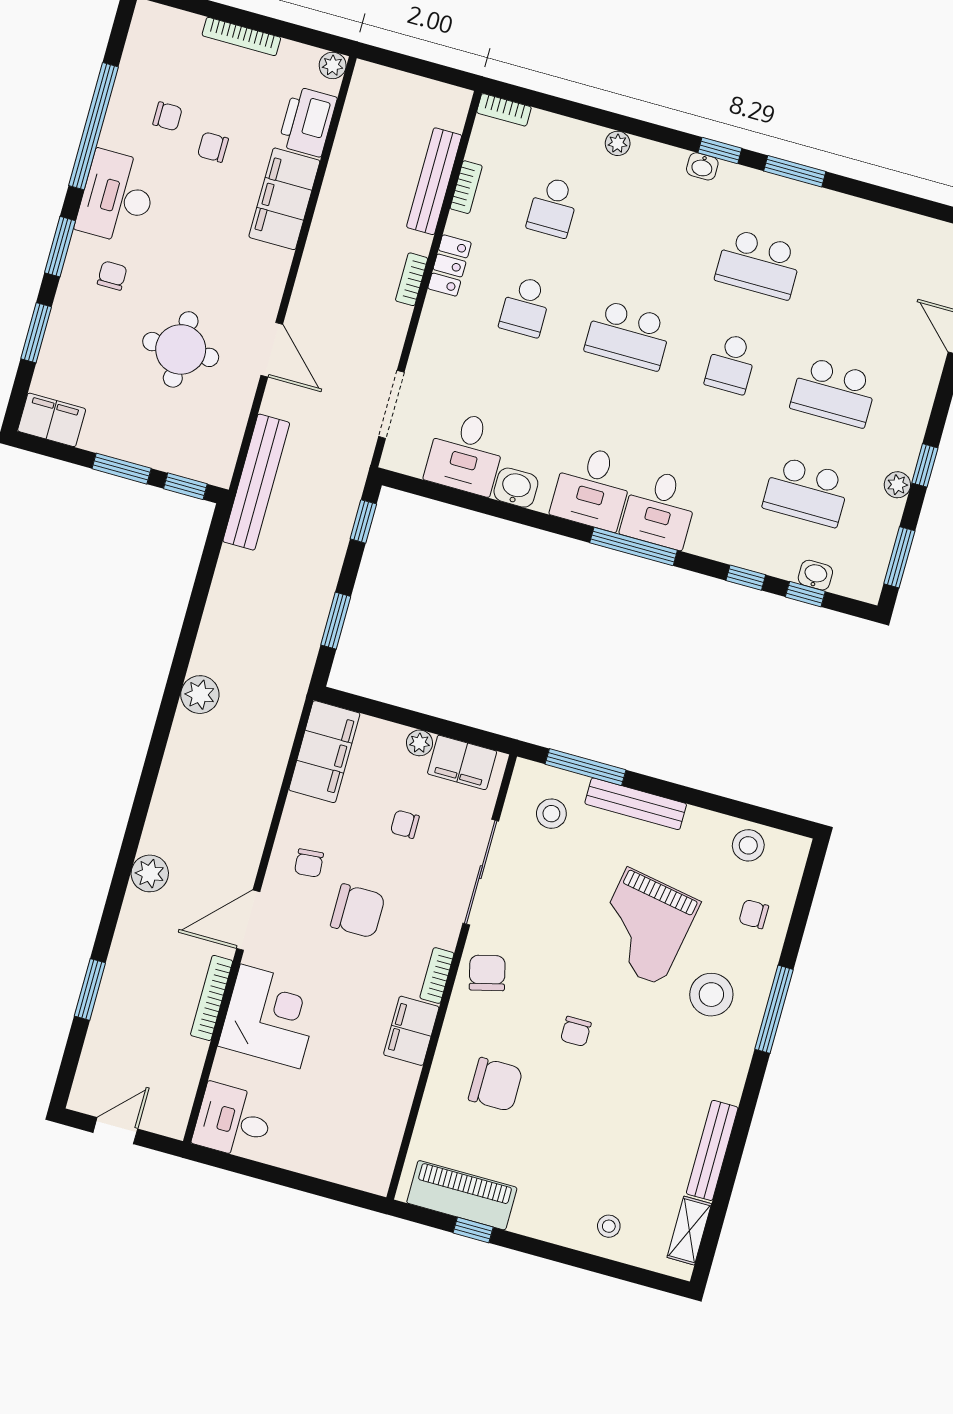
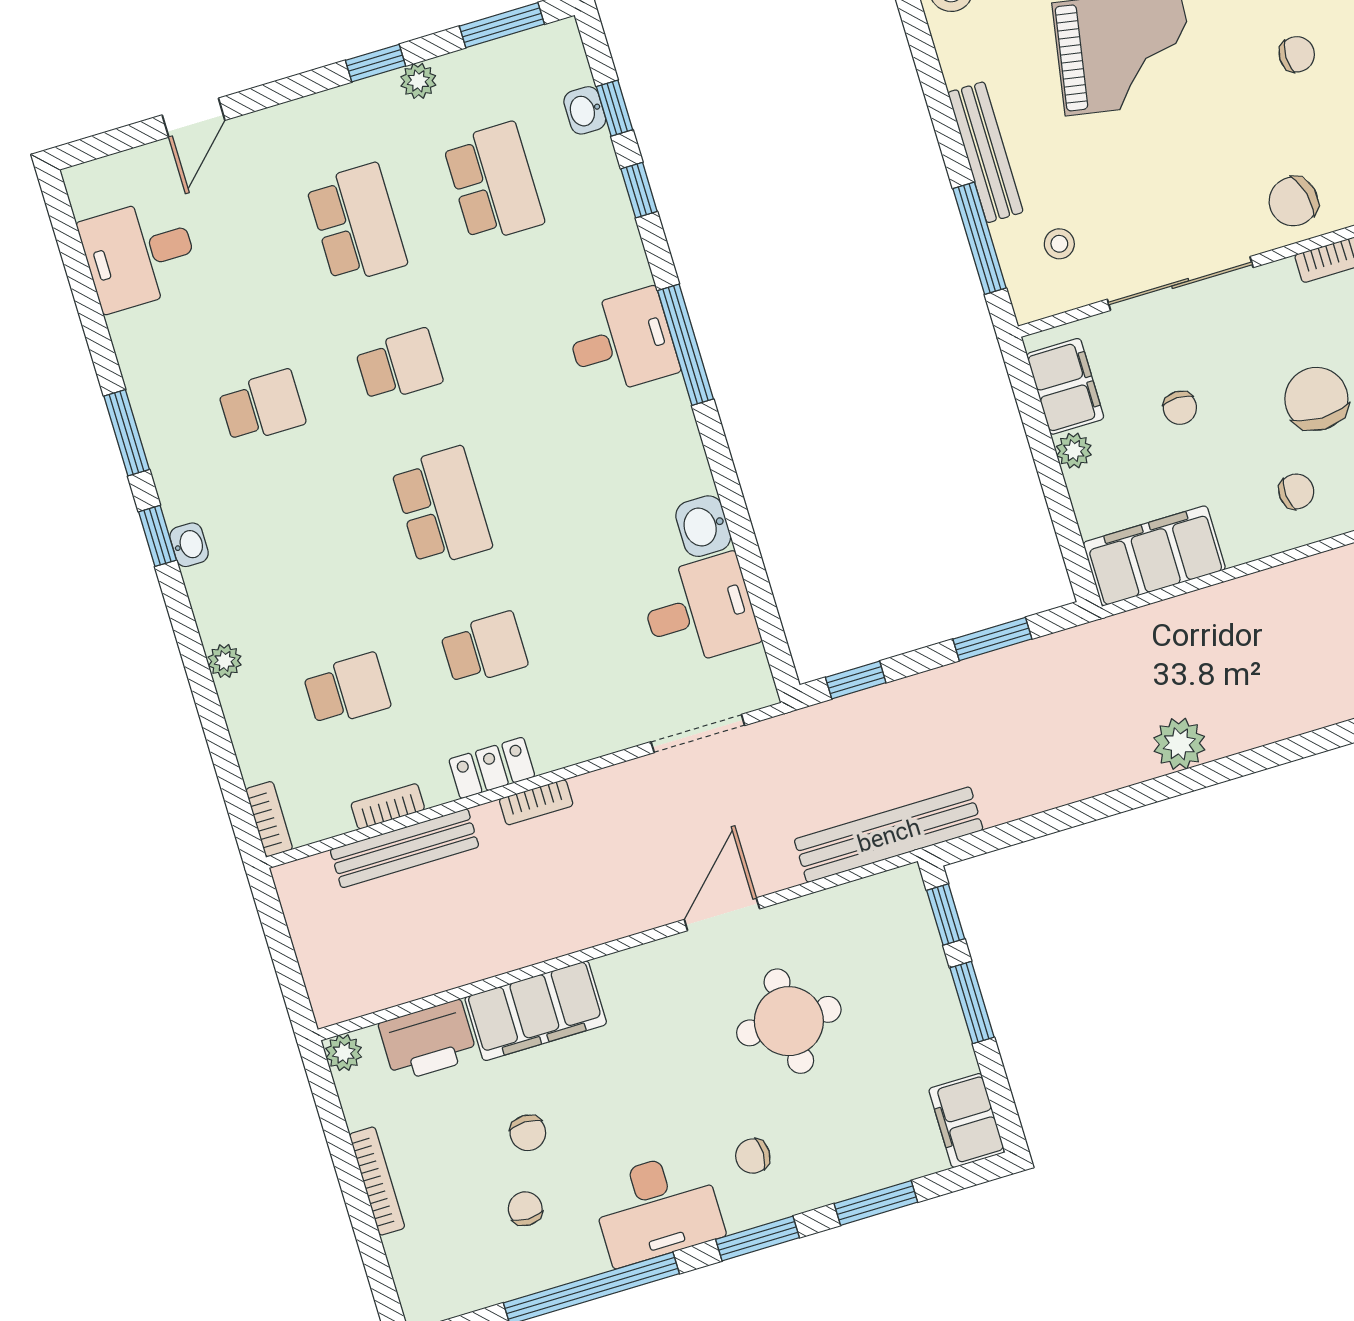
school desk: (759, 264) -> (262, 407), width x0.54
desk: (592, 487) -> (139, 254), moved, turned 180
stool: (551, 814) -> (1059, 244), width x0.73, depth x0.73

